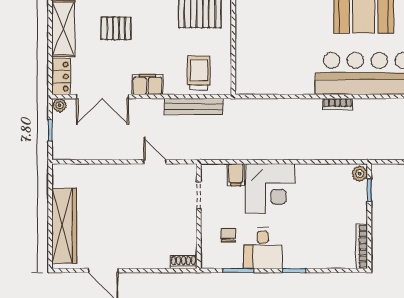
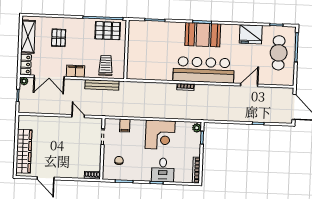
pallet: (116, 28) -> (59, 38), turned 90
corner desk: (270, 188) -> (160, 135), moved
desk: (263, 248) -> (163, 170), moved

